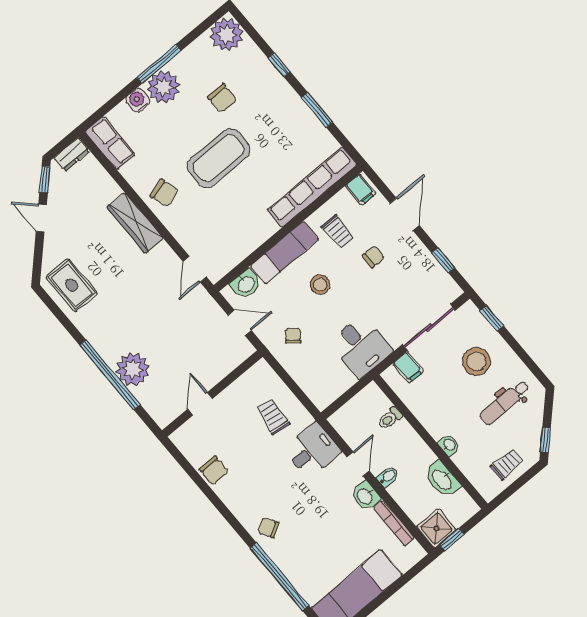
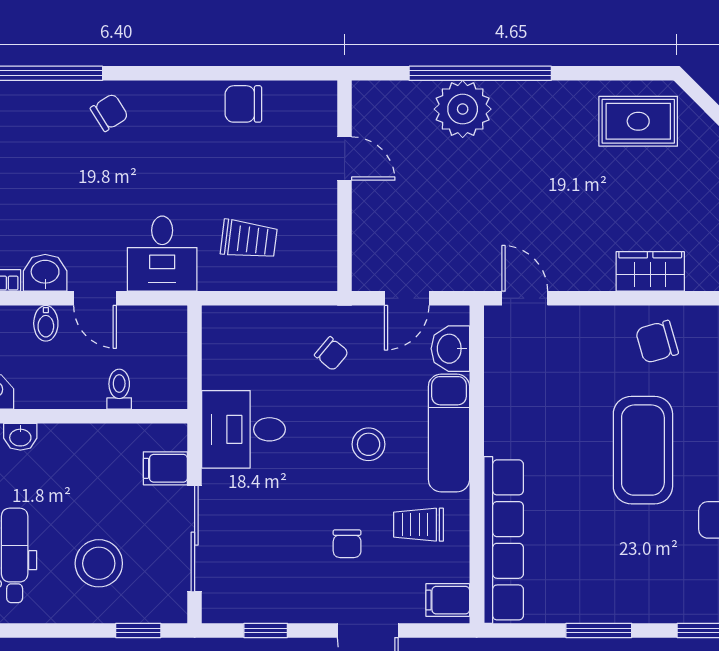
wardrobe: (135, 223) -> (650, 271), width x0.67

